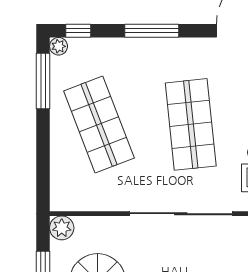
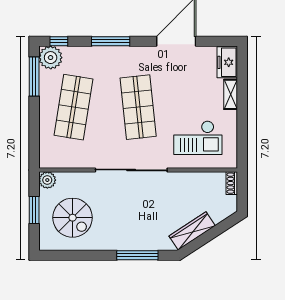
plant: (59, 46) -> (51, 58), width x1.88, depth x1.88
shop shelf: (99, 124) -> (73, 107), turned 30

